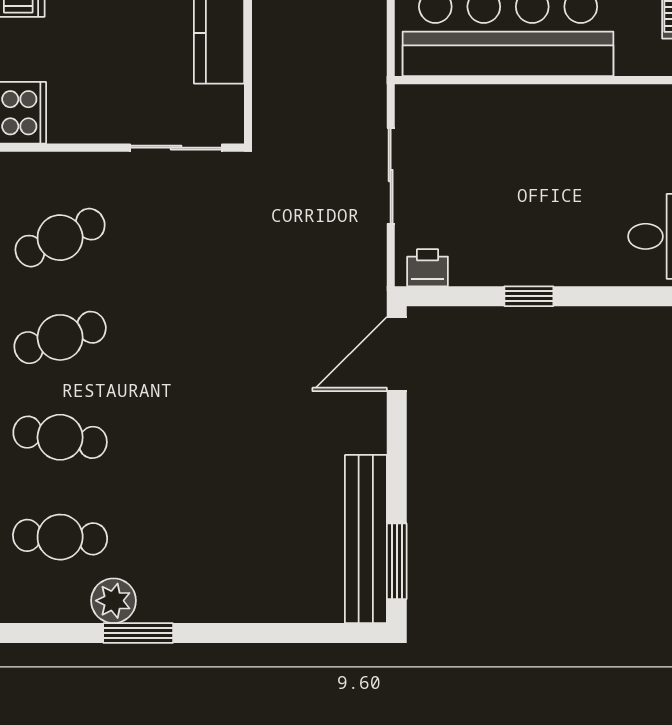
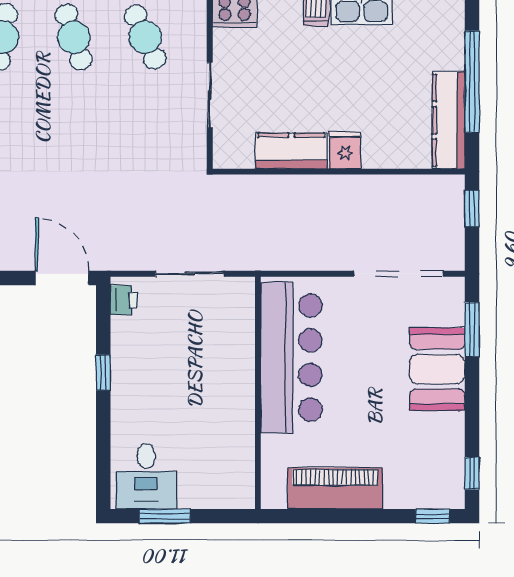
sliding door: (176, 148) -> (210, 95), moved

